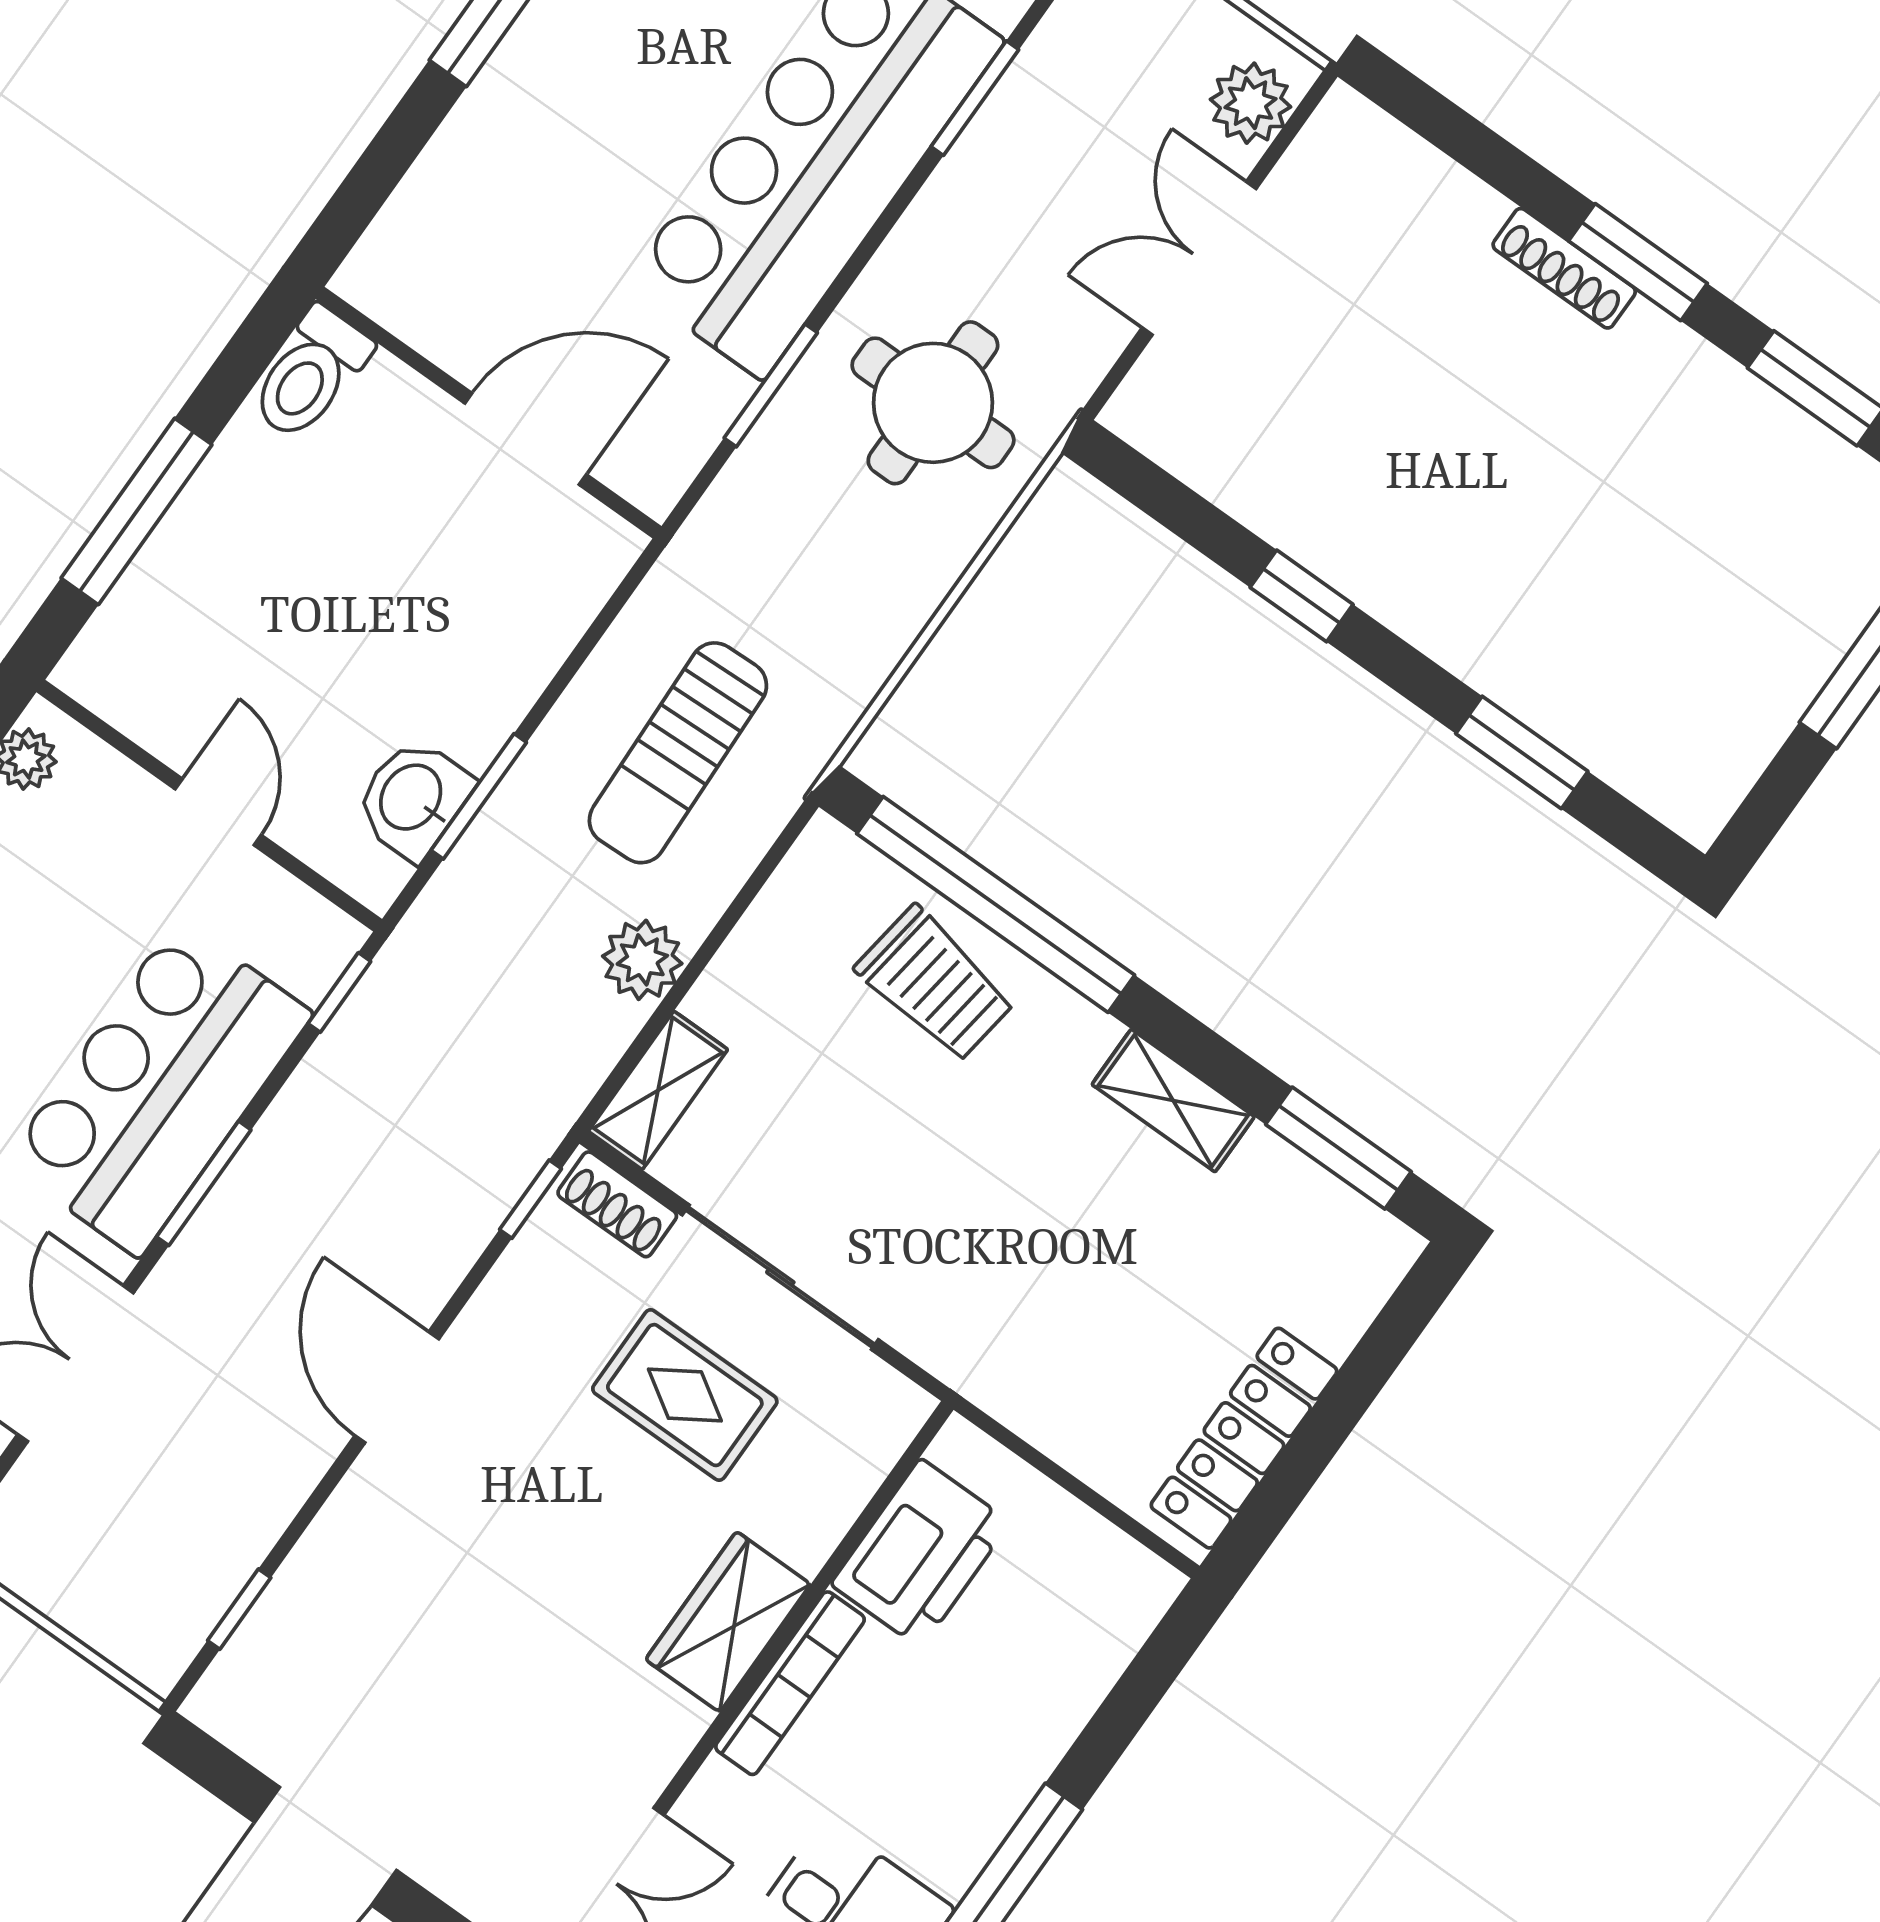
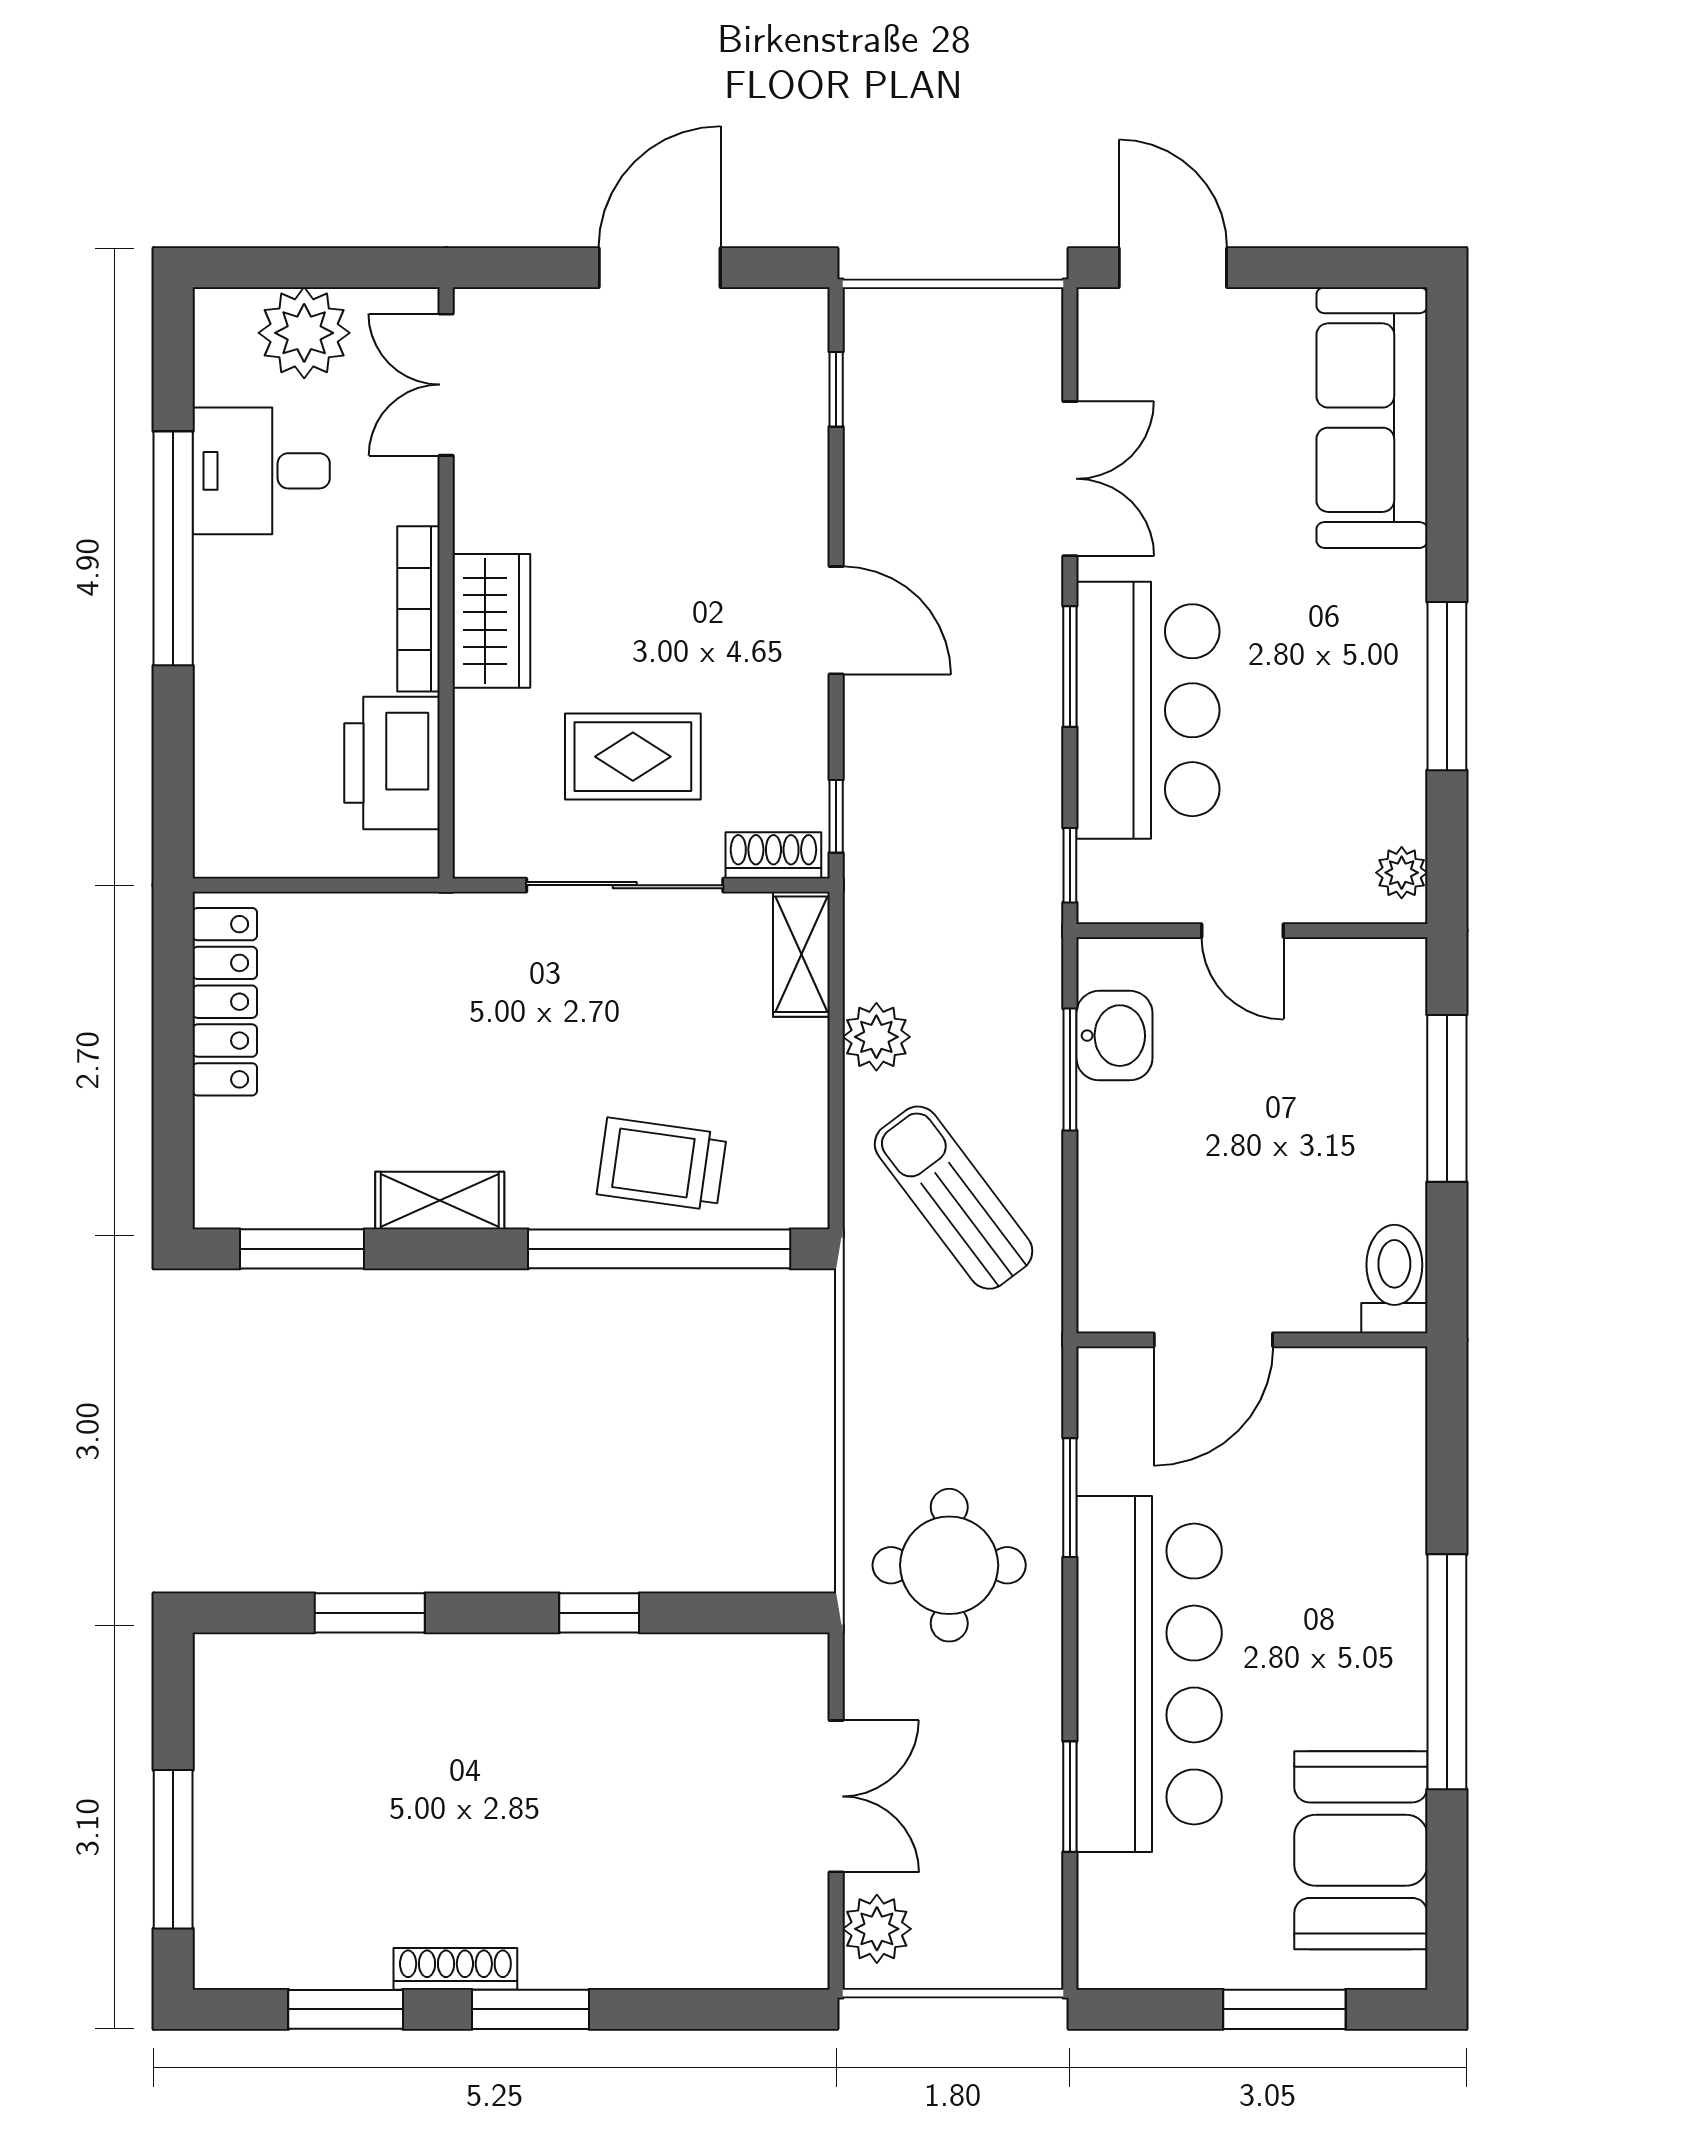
shoe rack: (1564, 268) -> (455, 1969), moved
sun lounger: (678, 753) -> (954, 1198), turned -35

